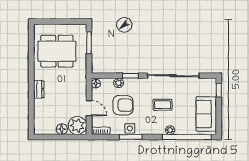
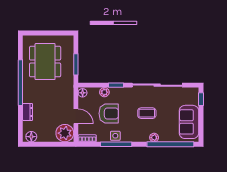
window: (89, 43) -> (76, 64), moved
dining table: (57, 51) -> (45, 62), turned 90
window: (31, 73) -> (20, 83), added
dresser: (39, 89) -> (28, 112), moved
floor lamp: (62, 129) -> (31, 137), moved
window: (131, 137) -> (116, 144), width x1.44

